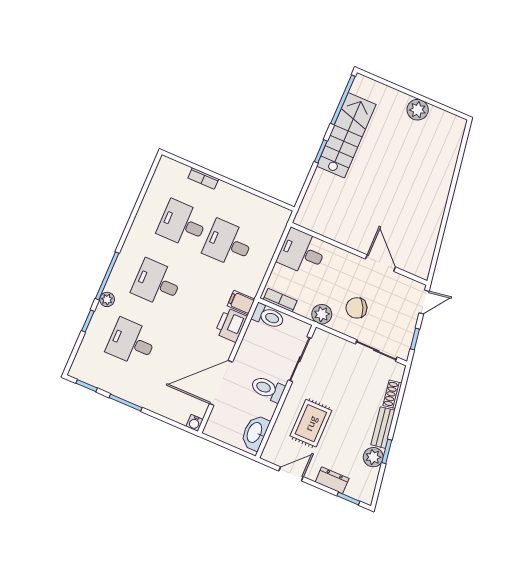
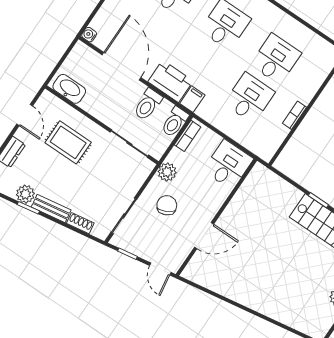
bookcase: (203, 178) -> (295, 115), moved
printer: (231, 325) -> (170, 81), width x1.37, depth x1.19
toilet: (268, 389) -> (148, 104), moved, turned 180

